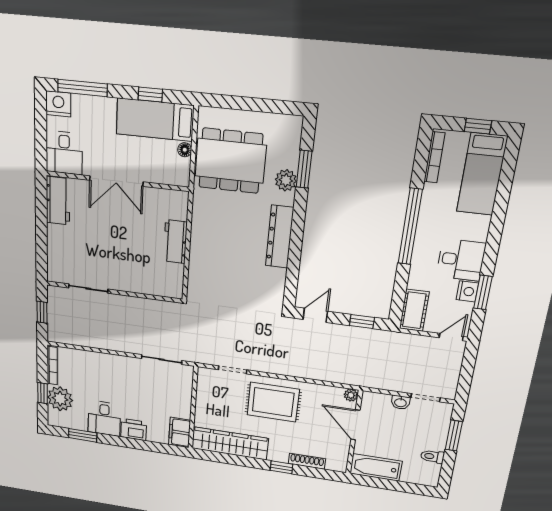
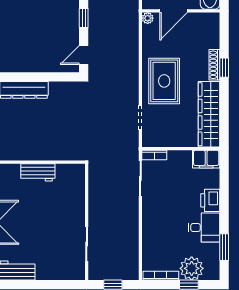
door: (315, 315) -> (84, 55), hinge flipped
bookcase: (188, 379) -> (154, 155), added
shoe rack: (307, 461) -> (214, 65), moved

